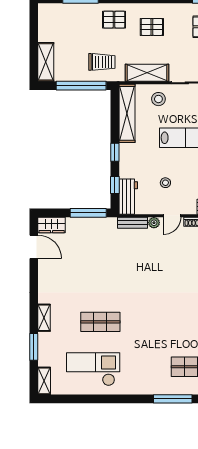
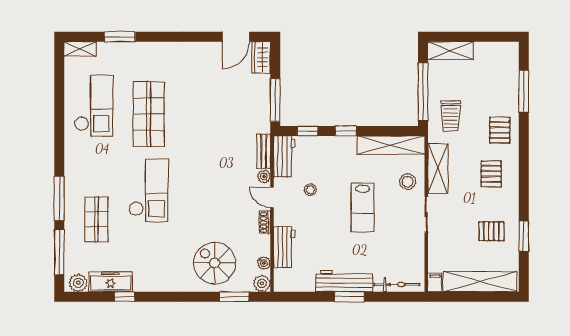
workbench: (128, 197) -> (284, 156), moved, turned -90
shelving: (44, 318) -> (154, 49), removed
shop shelf: (100, 322) -> (149, 114), width x1.43, depth x1.36
checkout: (166, 322) -> (149, 190), added

